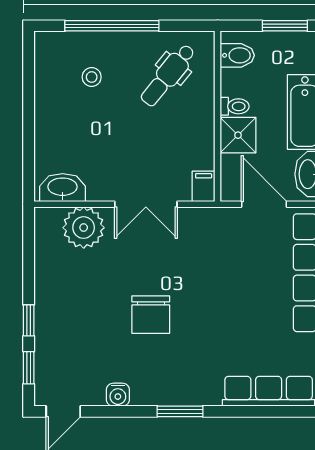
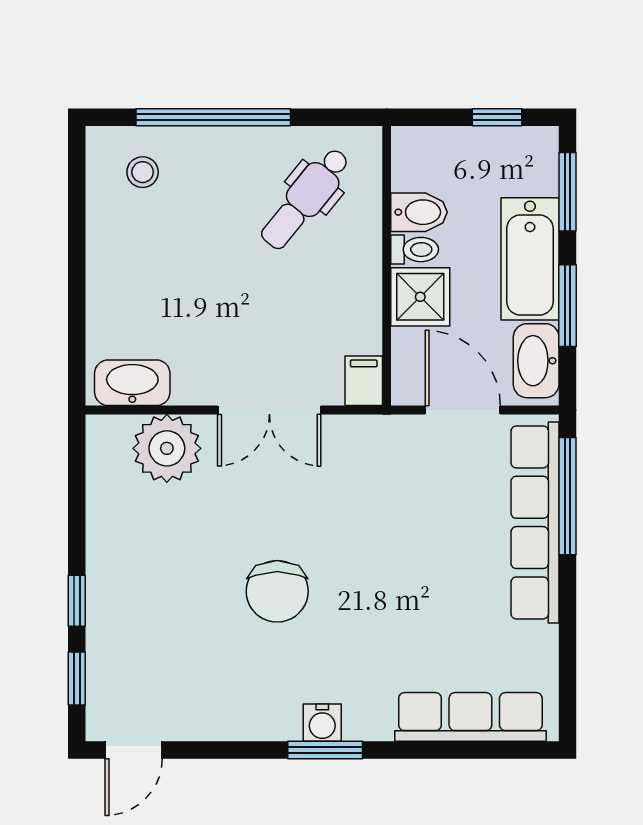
window: (285, 26) -> (497, 117), width x0.67
bidet: (237, 55) -> (419, 212), moved
stool: (92, 77) -> (143, 172), moved
water cooler: (118, 395) -> (322, 723), moved

